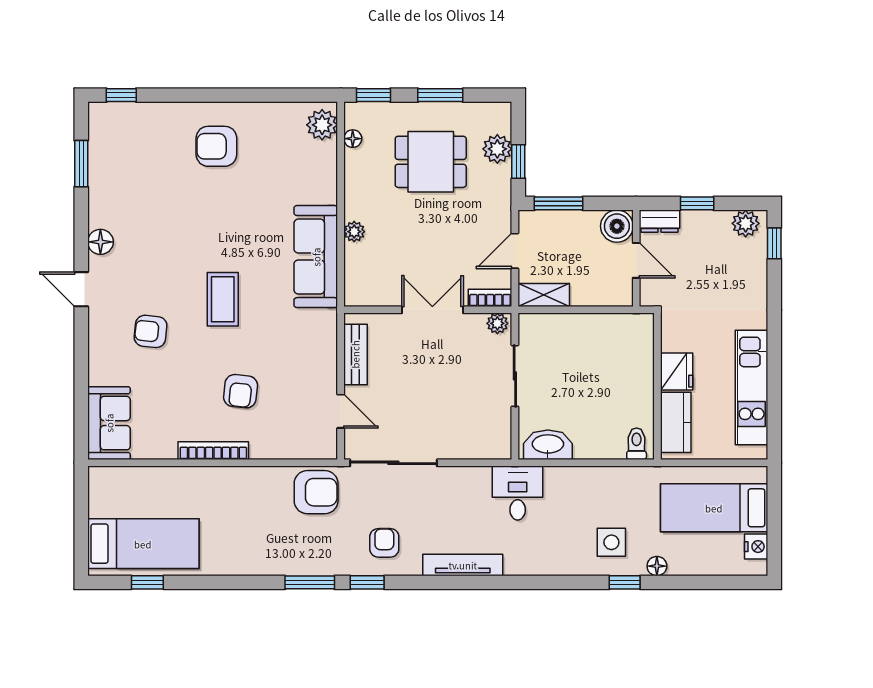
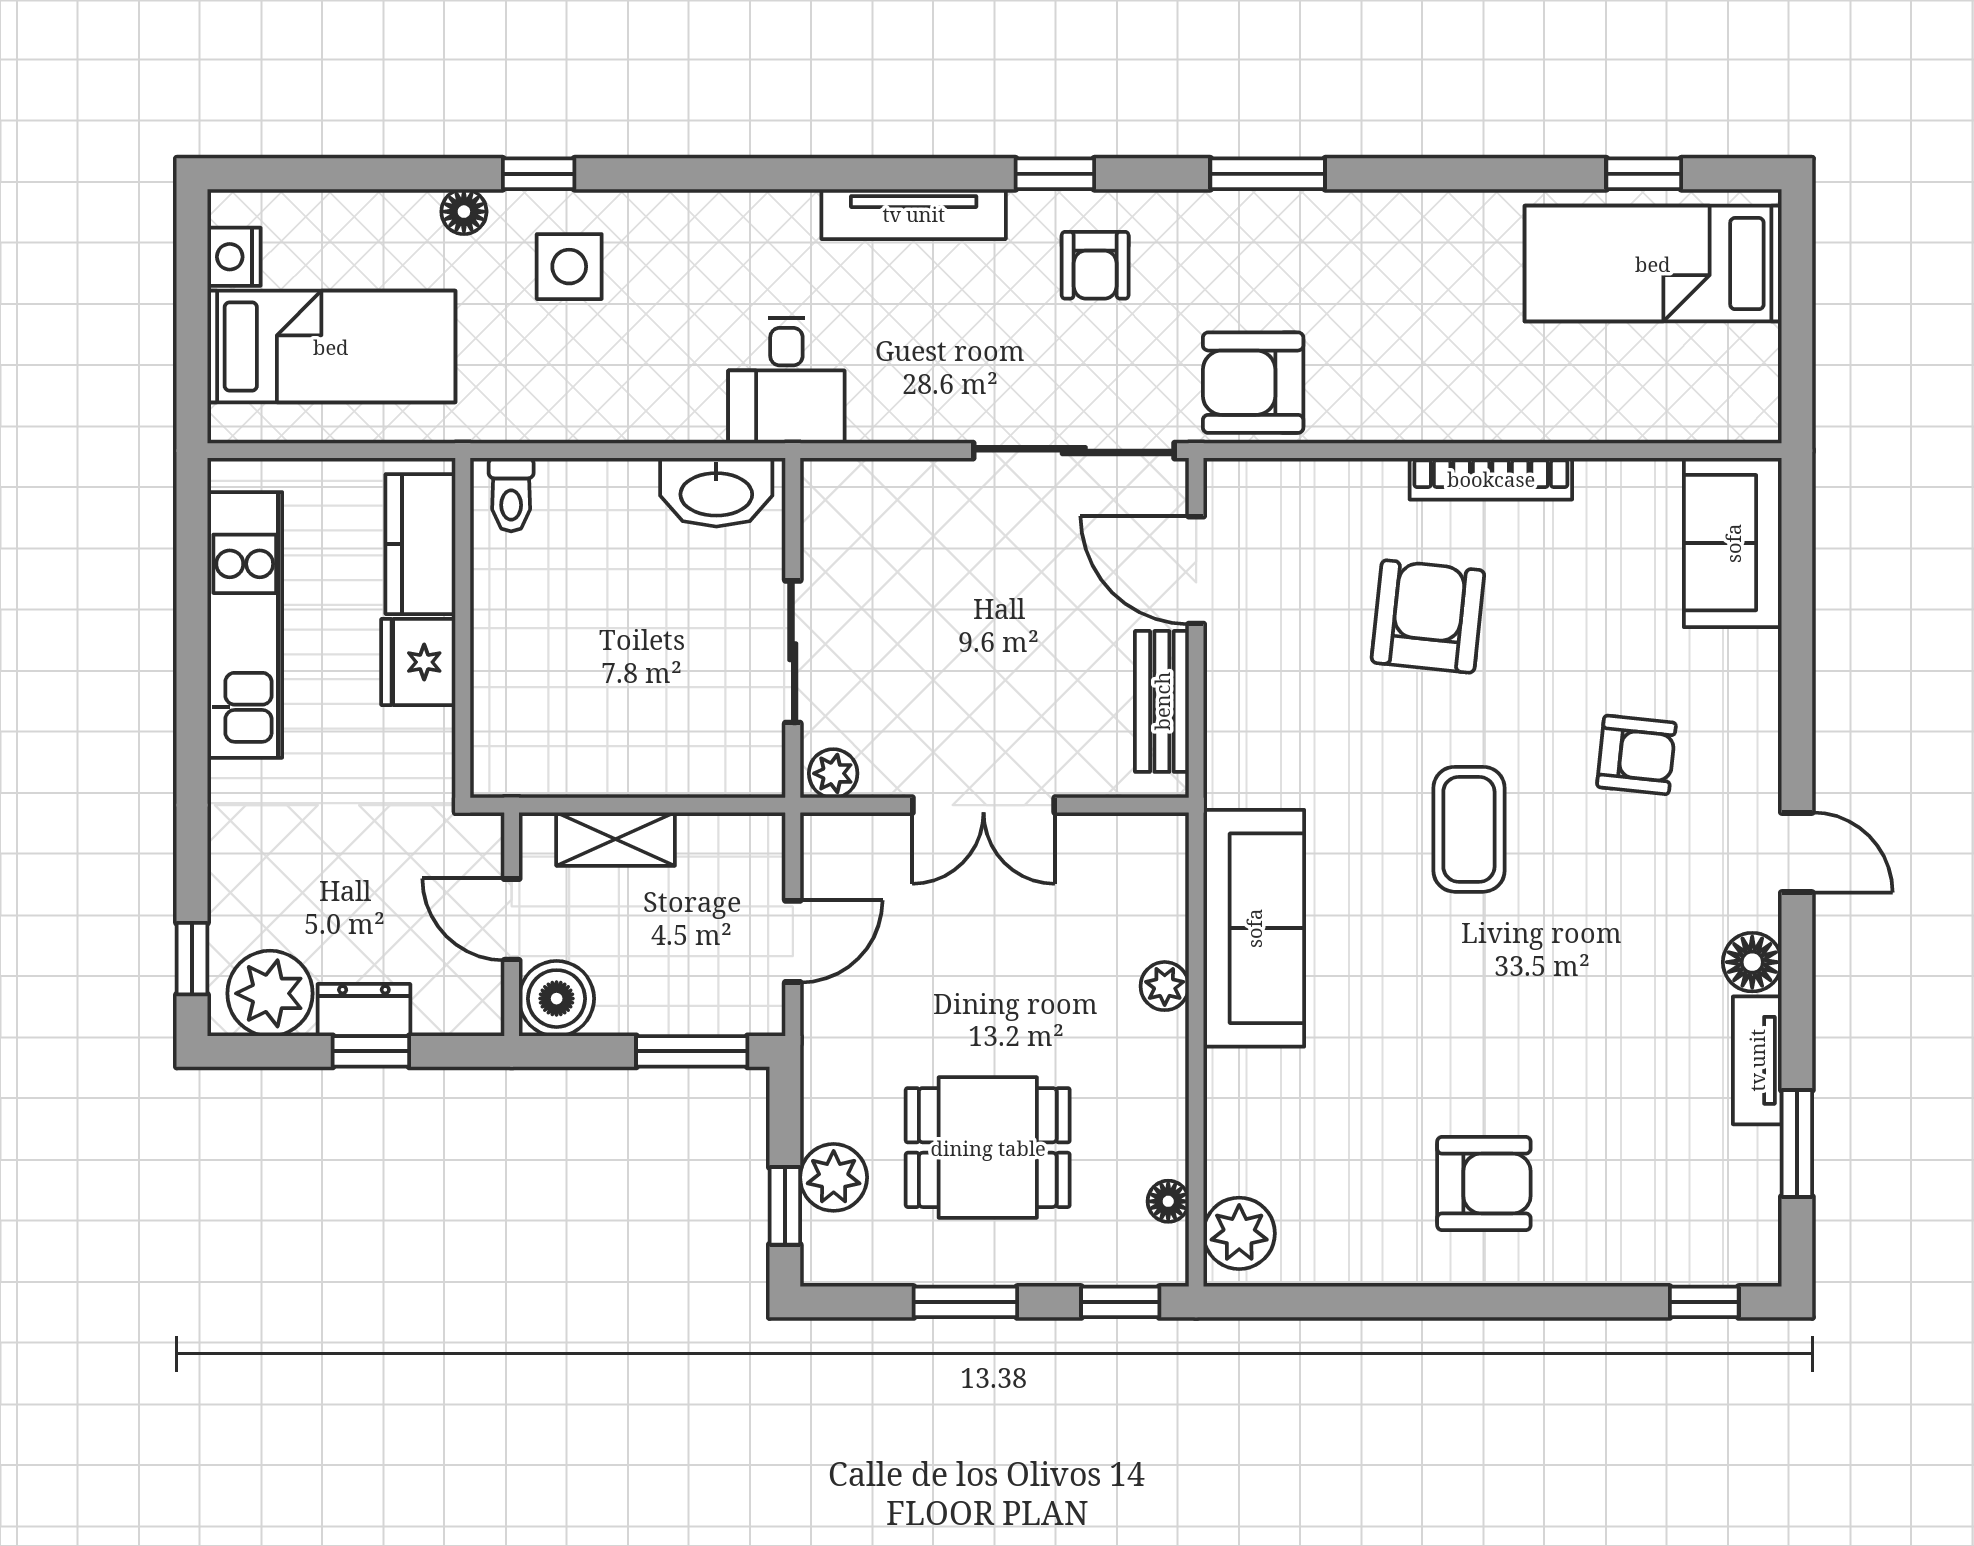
window: (518, 161) -> (785, 1206), moved
tv unit: (98, 199) -> (1757, 1060), added
dresser: (659, 221) -> (364, 1010), moved
plant: (746, 223) -> (270, 993), width x1.36, depth x1.36
shelving: (544, 295) -> (616, 839), moved
bookcase: (490, 298) -> (850, 832), removed
armchair: (241, 391) -> (1428, 616), width x1.38, depth x1.38
door: (341, 411) -> (1196, 570), width x1.38
window: (367, 582) -> (1055, 174), moved

